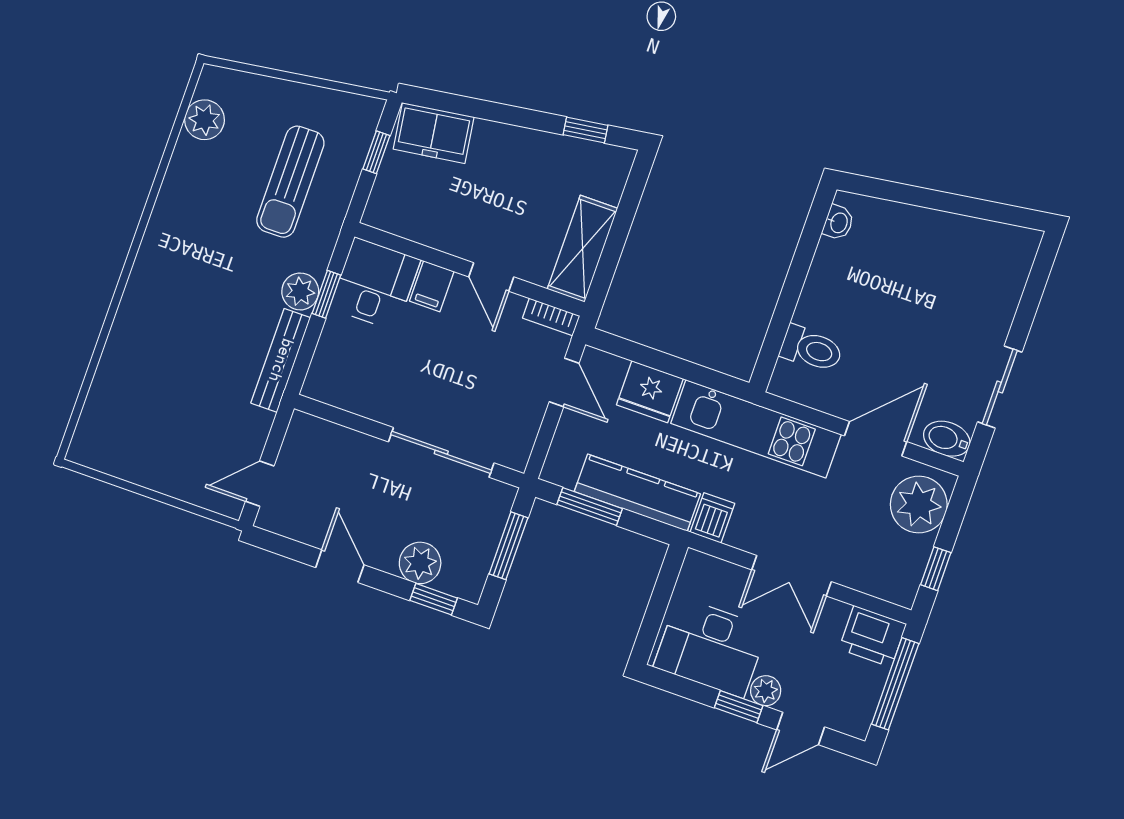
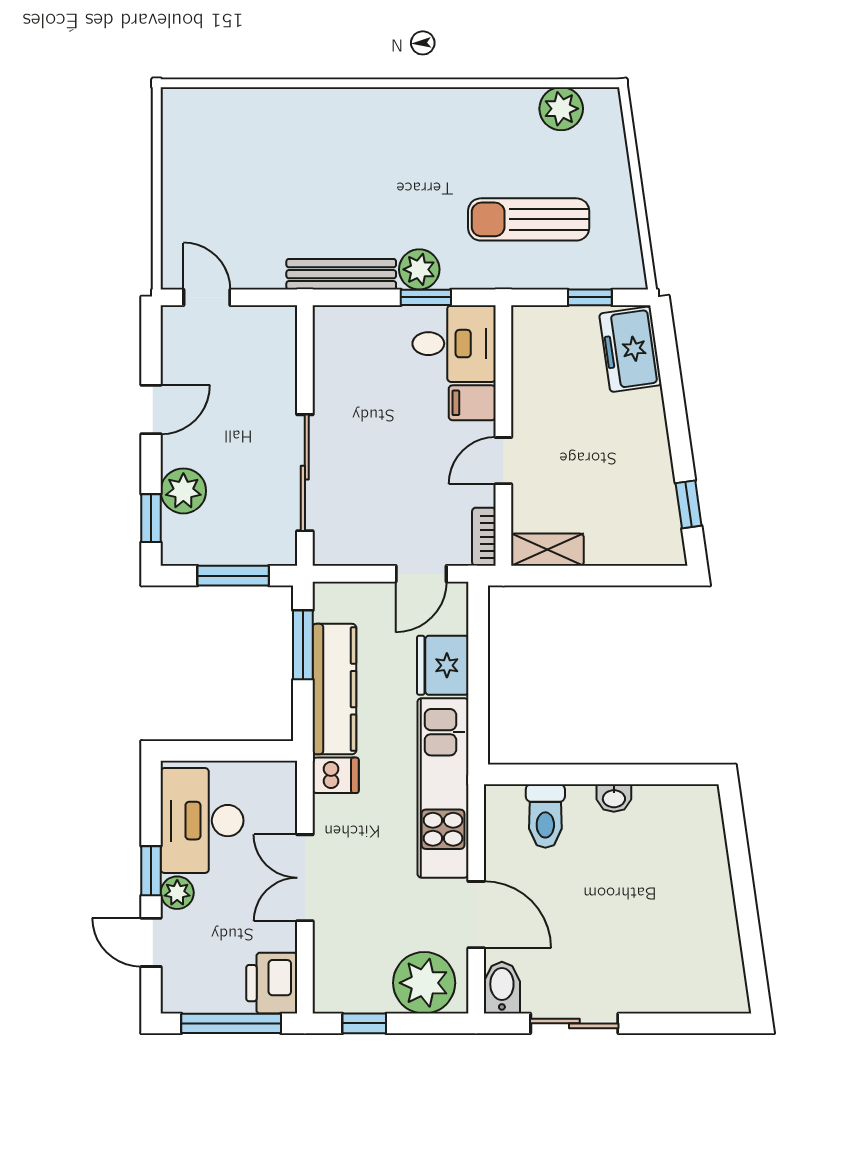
washbasin: (838, 223) -> (614, 798), moved
shelving: (583, 249) -> (547, 550), width x0.67, depth x0.75

